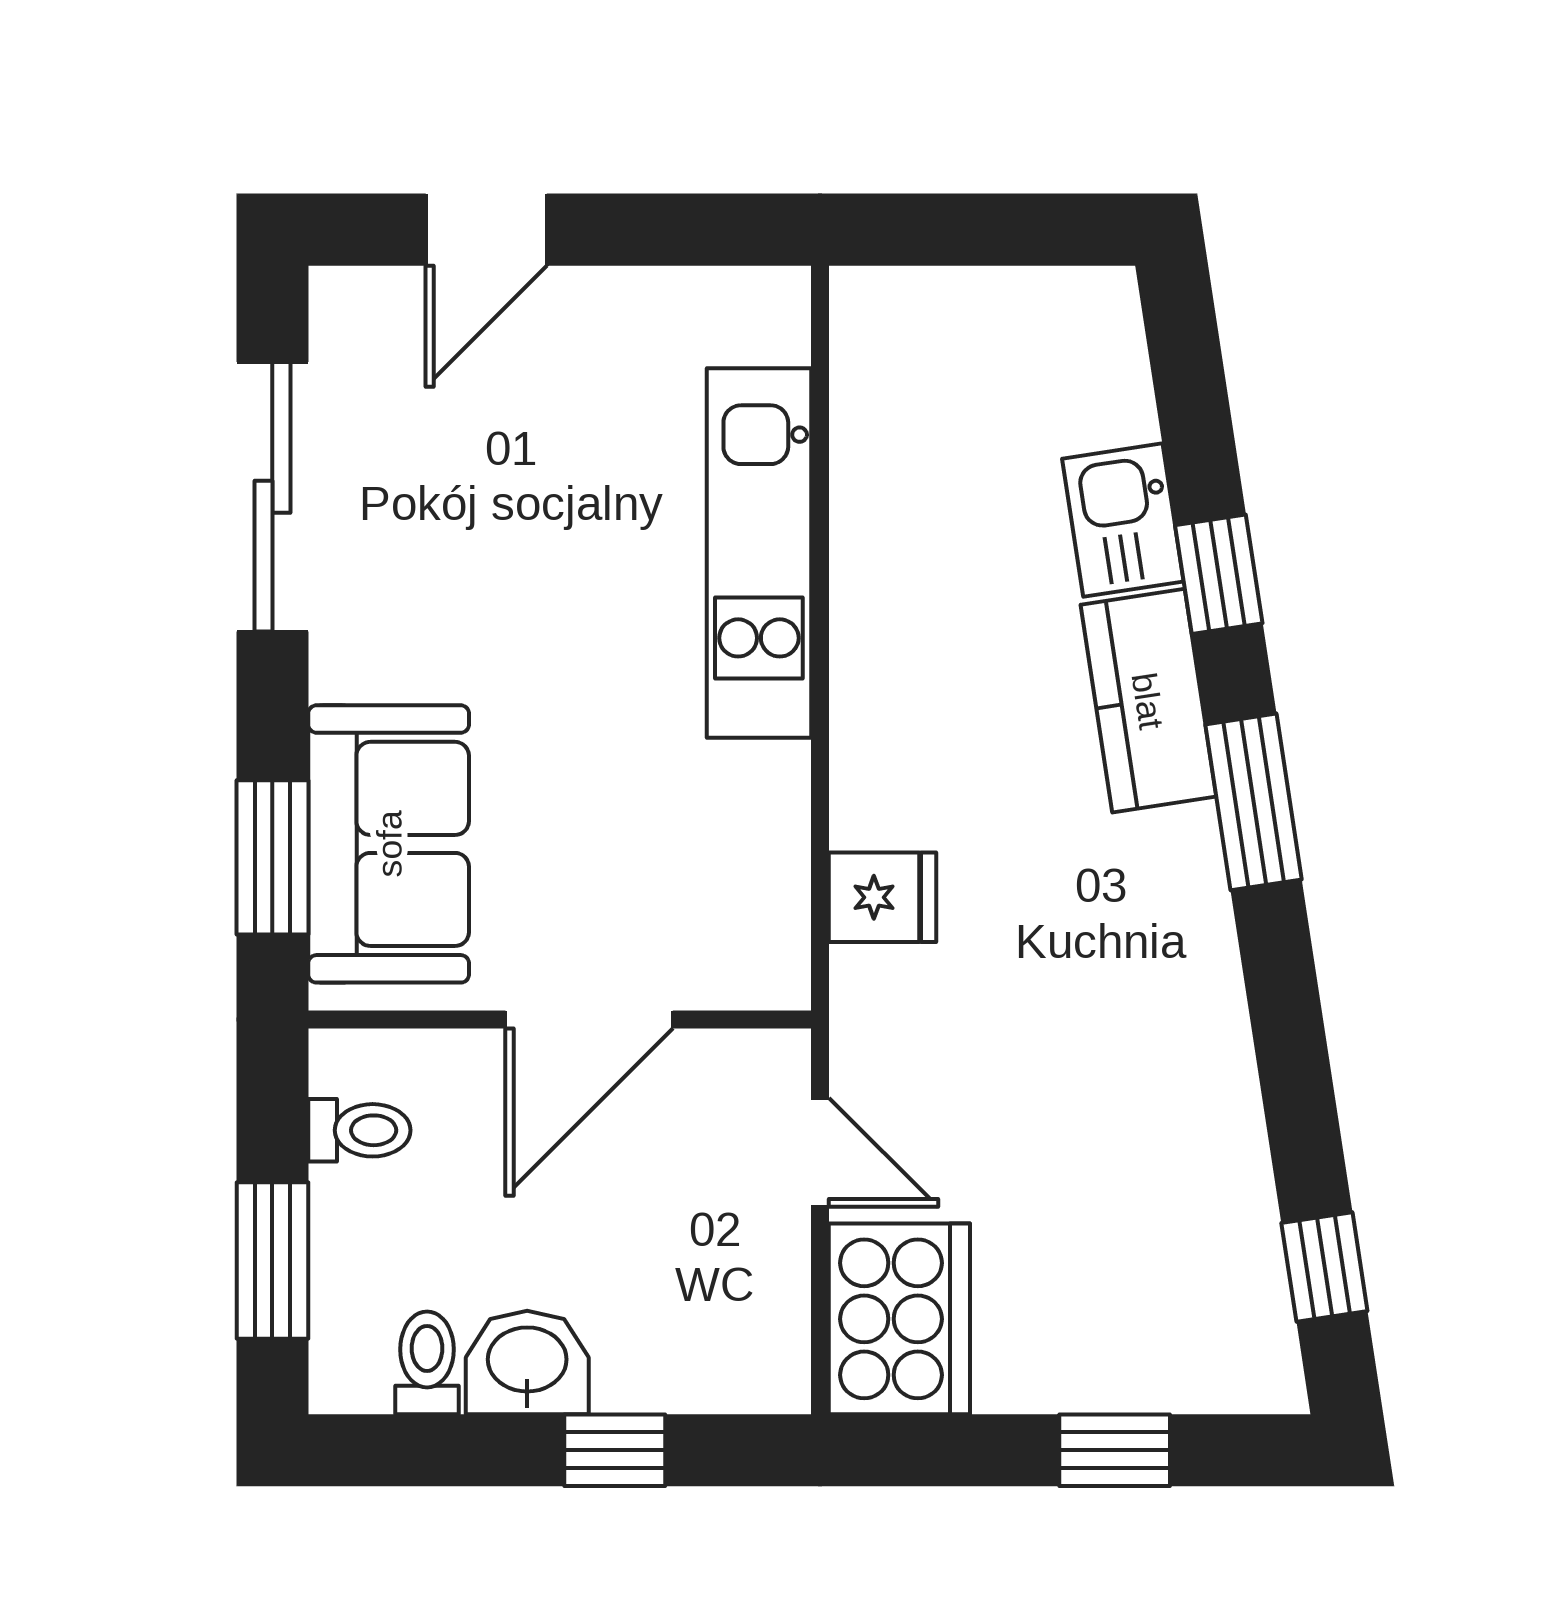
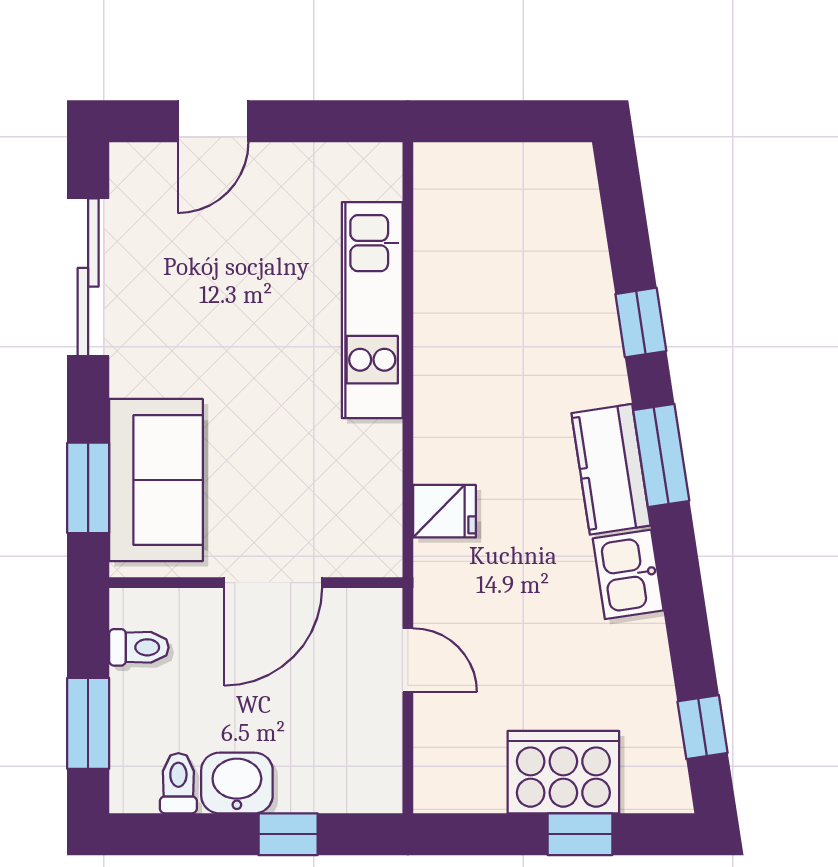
kitchen sink: (1123, 520) -> (628, 574), moved
kitchen counter: (1148, 701) -> (611, 469), moved
cooker: (899, 1319) -> (563, 772), moved, turned -90

